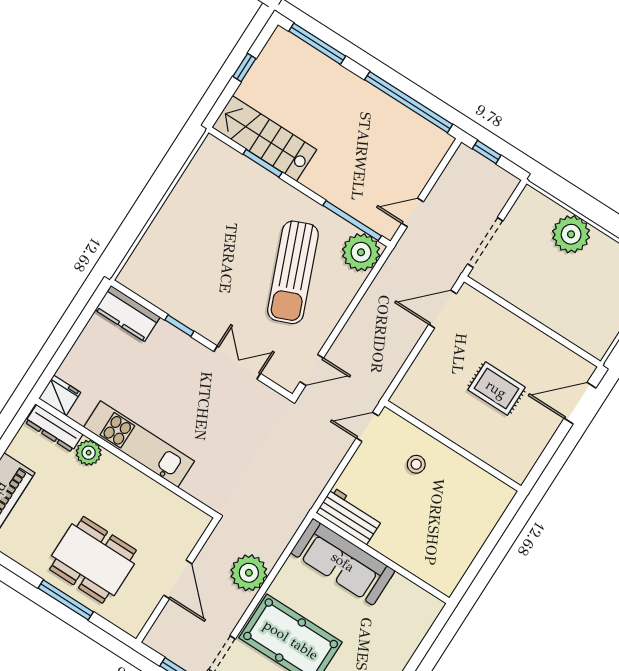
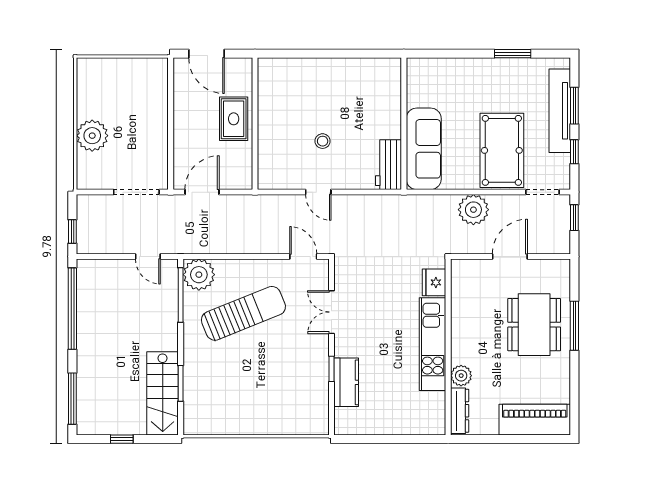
door: (443, 309) -> (202, 192), swing flipped
kitchen counter: (128, 313) -> (346, 382), moved
fridge: (60, 396) -> (434, 282), moved
wall: (453, 446) -> (255, 124), moved

